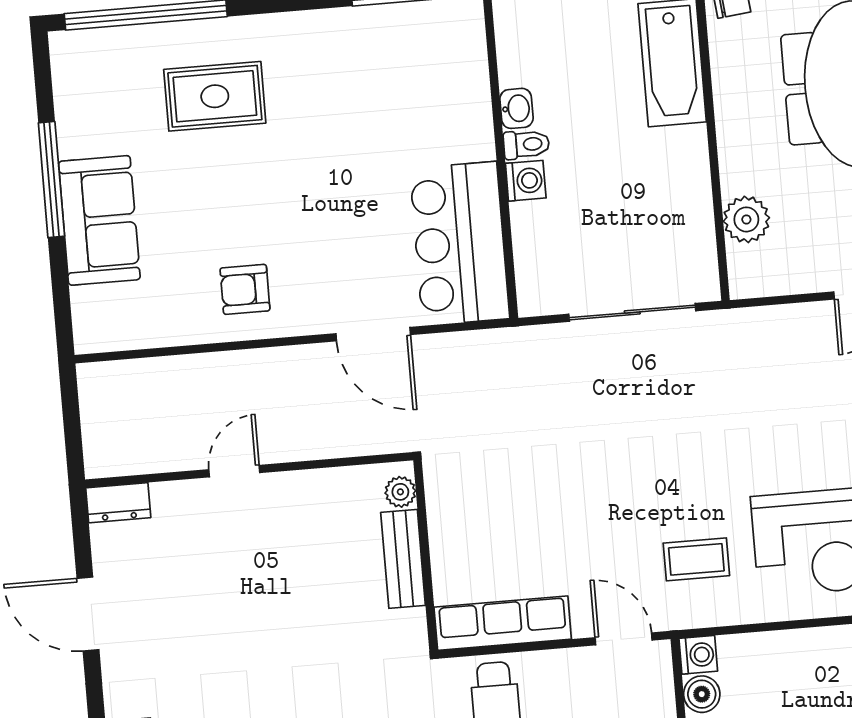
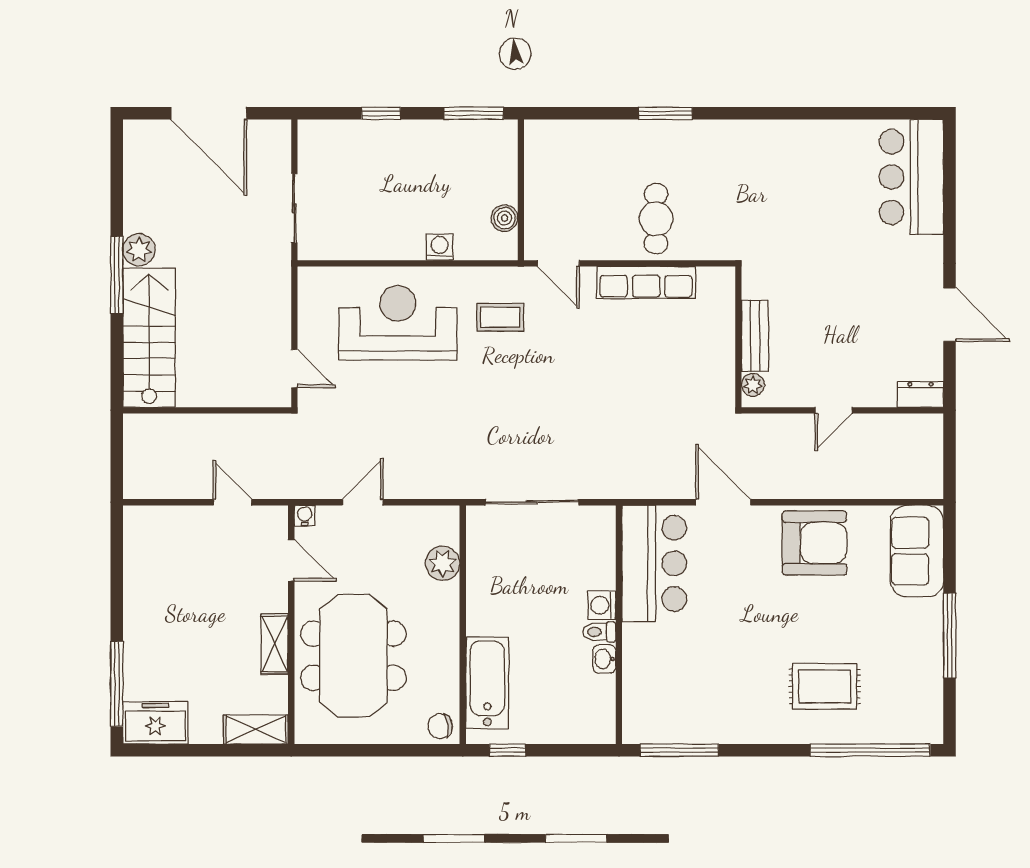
sofa: (99, 220) -> (917, 551), moved
armchair: (245, 289) -> (814, 543), width x1.88, depth x1.88
plant: (400, 492) -> (753, 385), moved
wall: (425, 555) -> (738, 337), moved
bench: (403, 559) -> (755, 336), moved
washing machine: (698, 655) -> (440, 247), moved, turned 90

